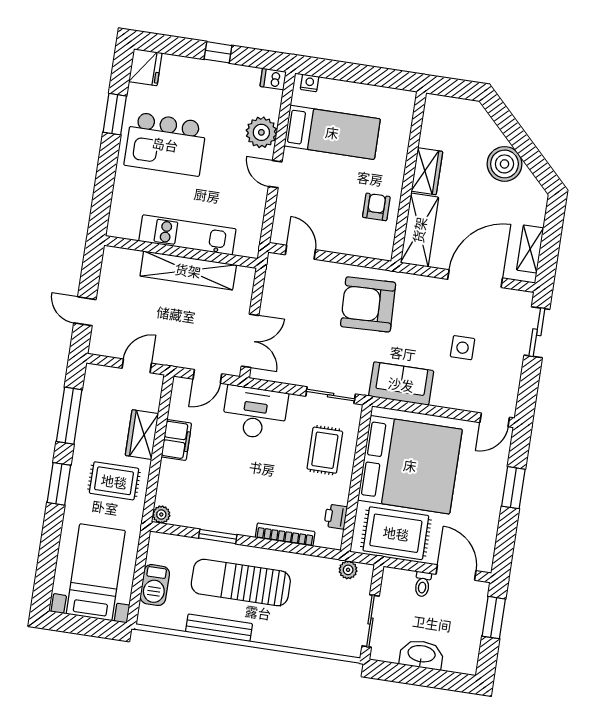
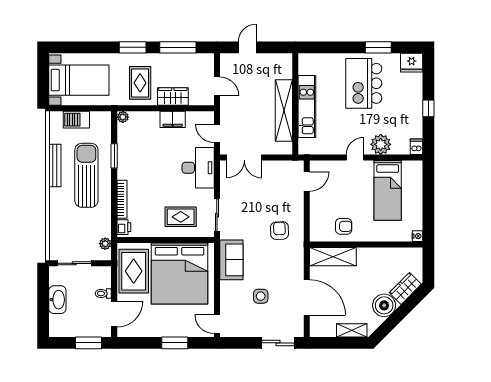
nightstand: (310, 83) -> (418, 236), moved
wardrobe: (427, 171) -> (405, 288), moved, turned 135
shelving: (530, 249) -> (352, 330), moved
armchair: (368, 304) -> (280, 231), width x0.53, depth x0.53
printer: (336, 516) -> (124, 227), moved, turned 90

